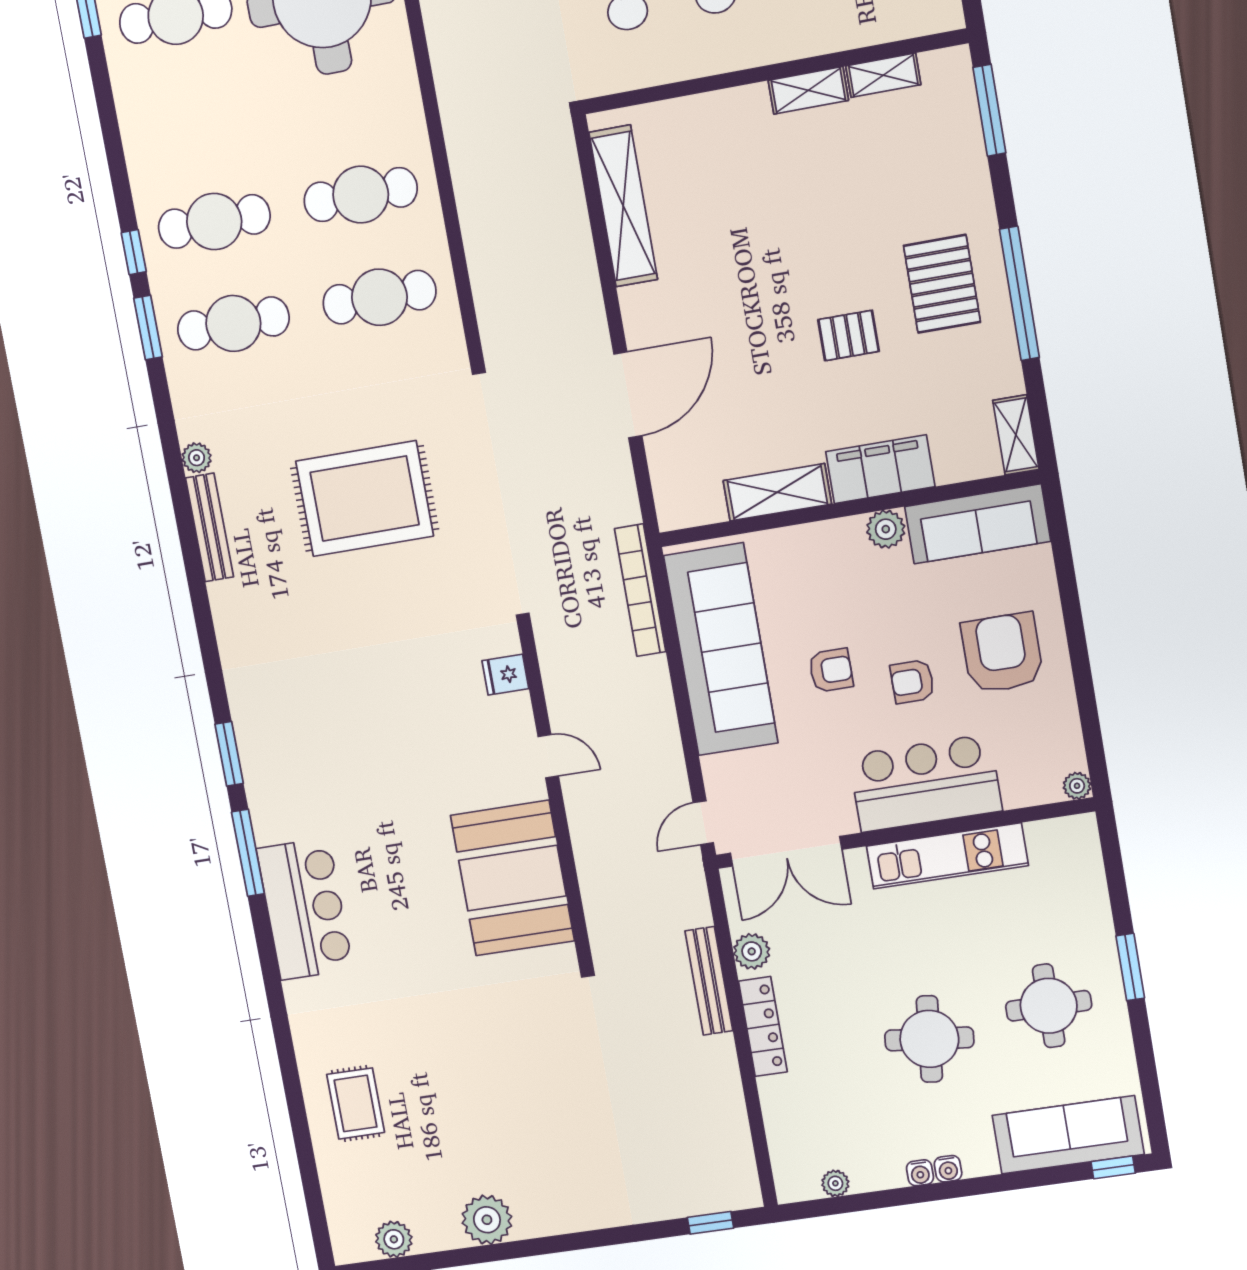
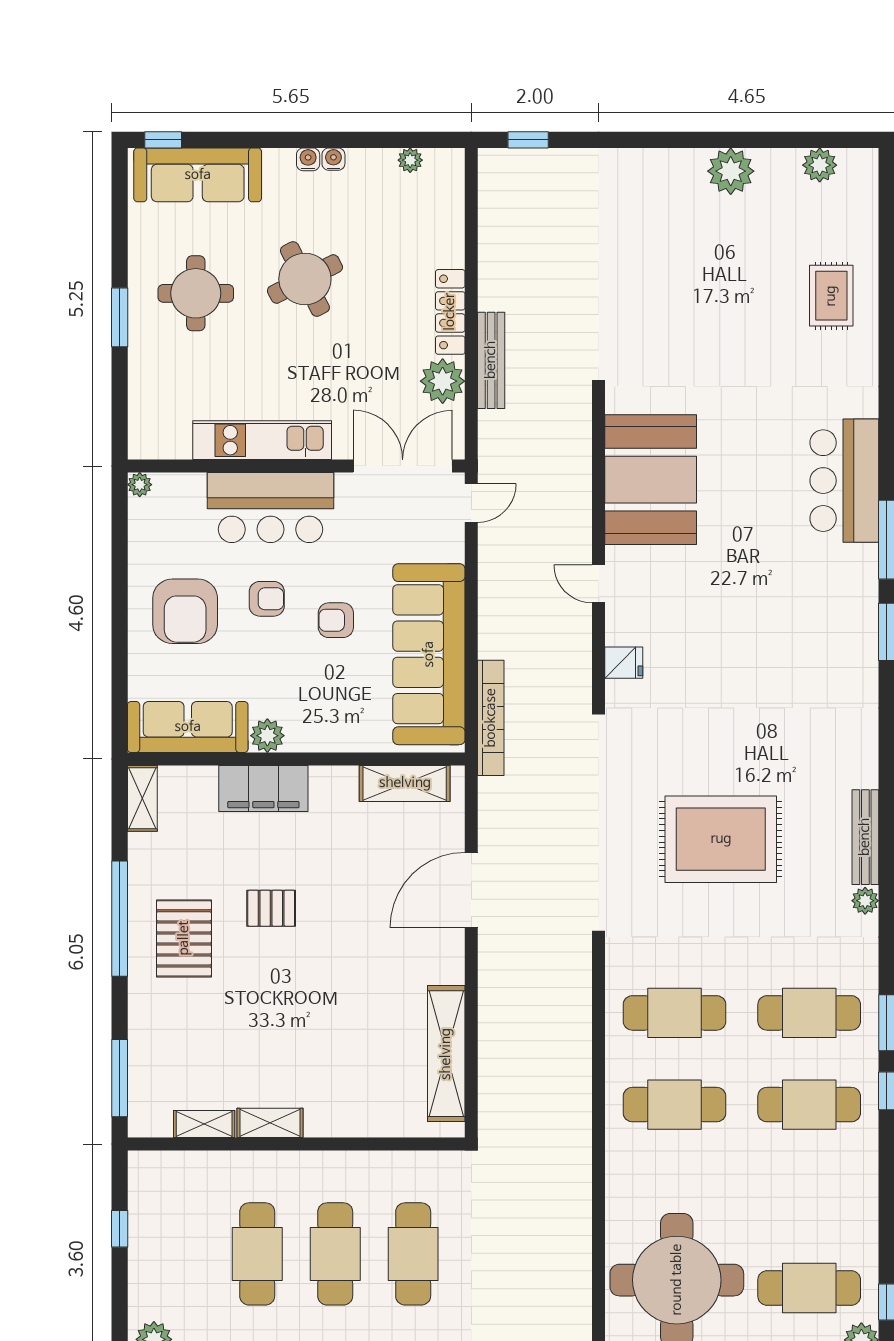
shelving: (777, 492) -> (405, 783), moved
plant: (752, 951) -> (443, 381), width x1.36, depth x1.36
round table: (929, 1039) -> (305, 279), turned -33

